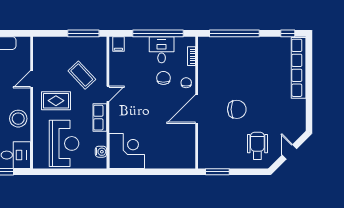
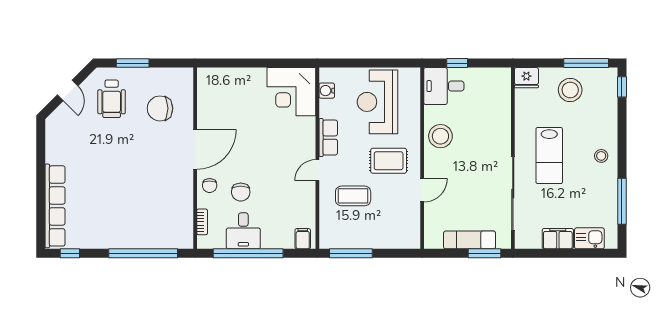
coffee table: (82, 75) -> (353, 196), turned -47
chair: (237, 109) -> (160, 108), moved
window: (217, 172) -> (133, 63), moved

